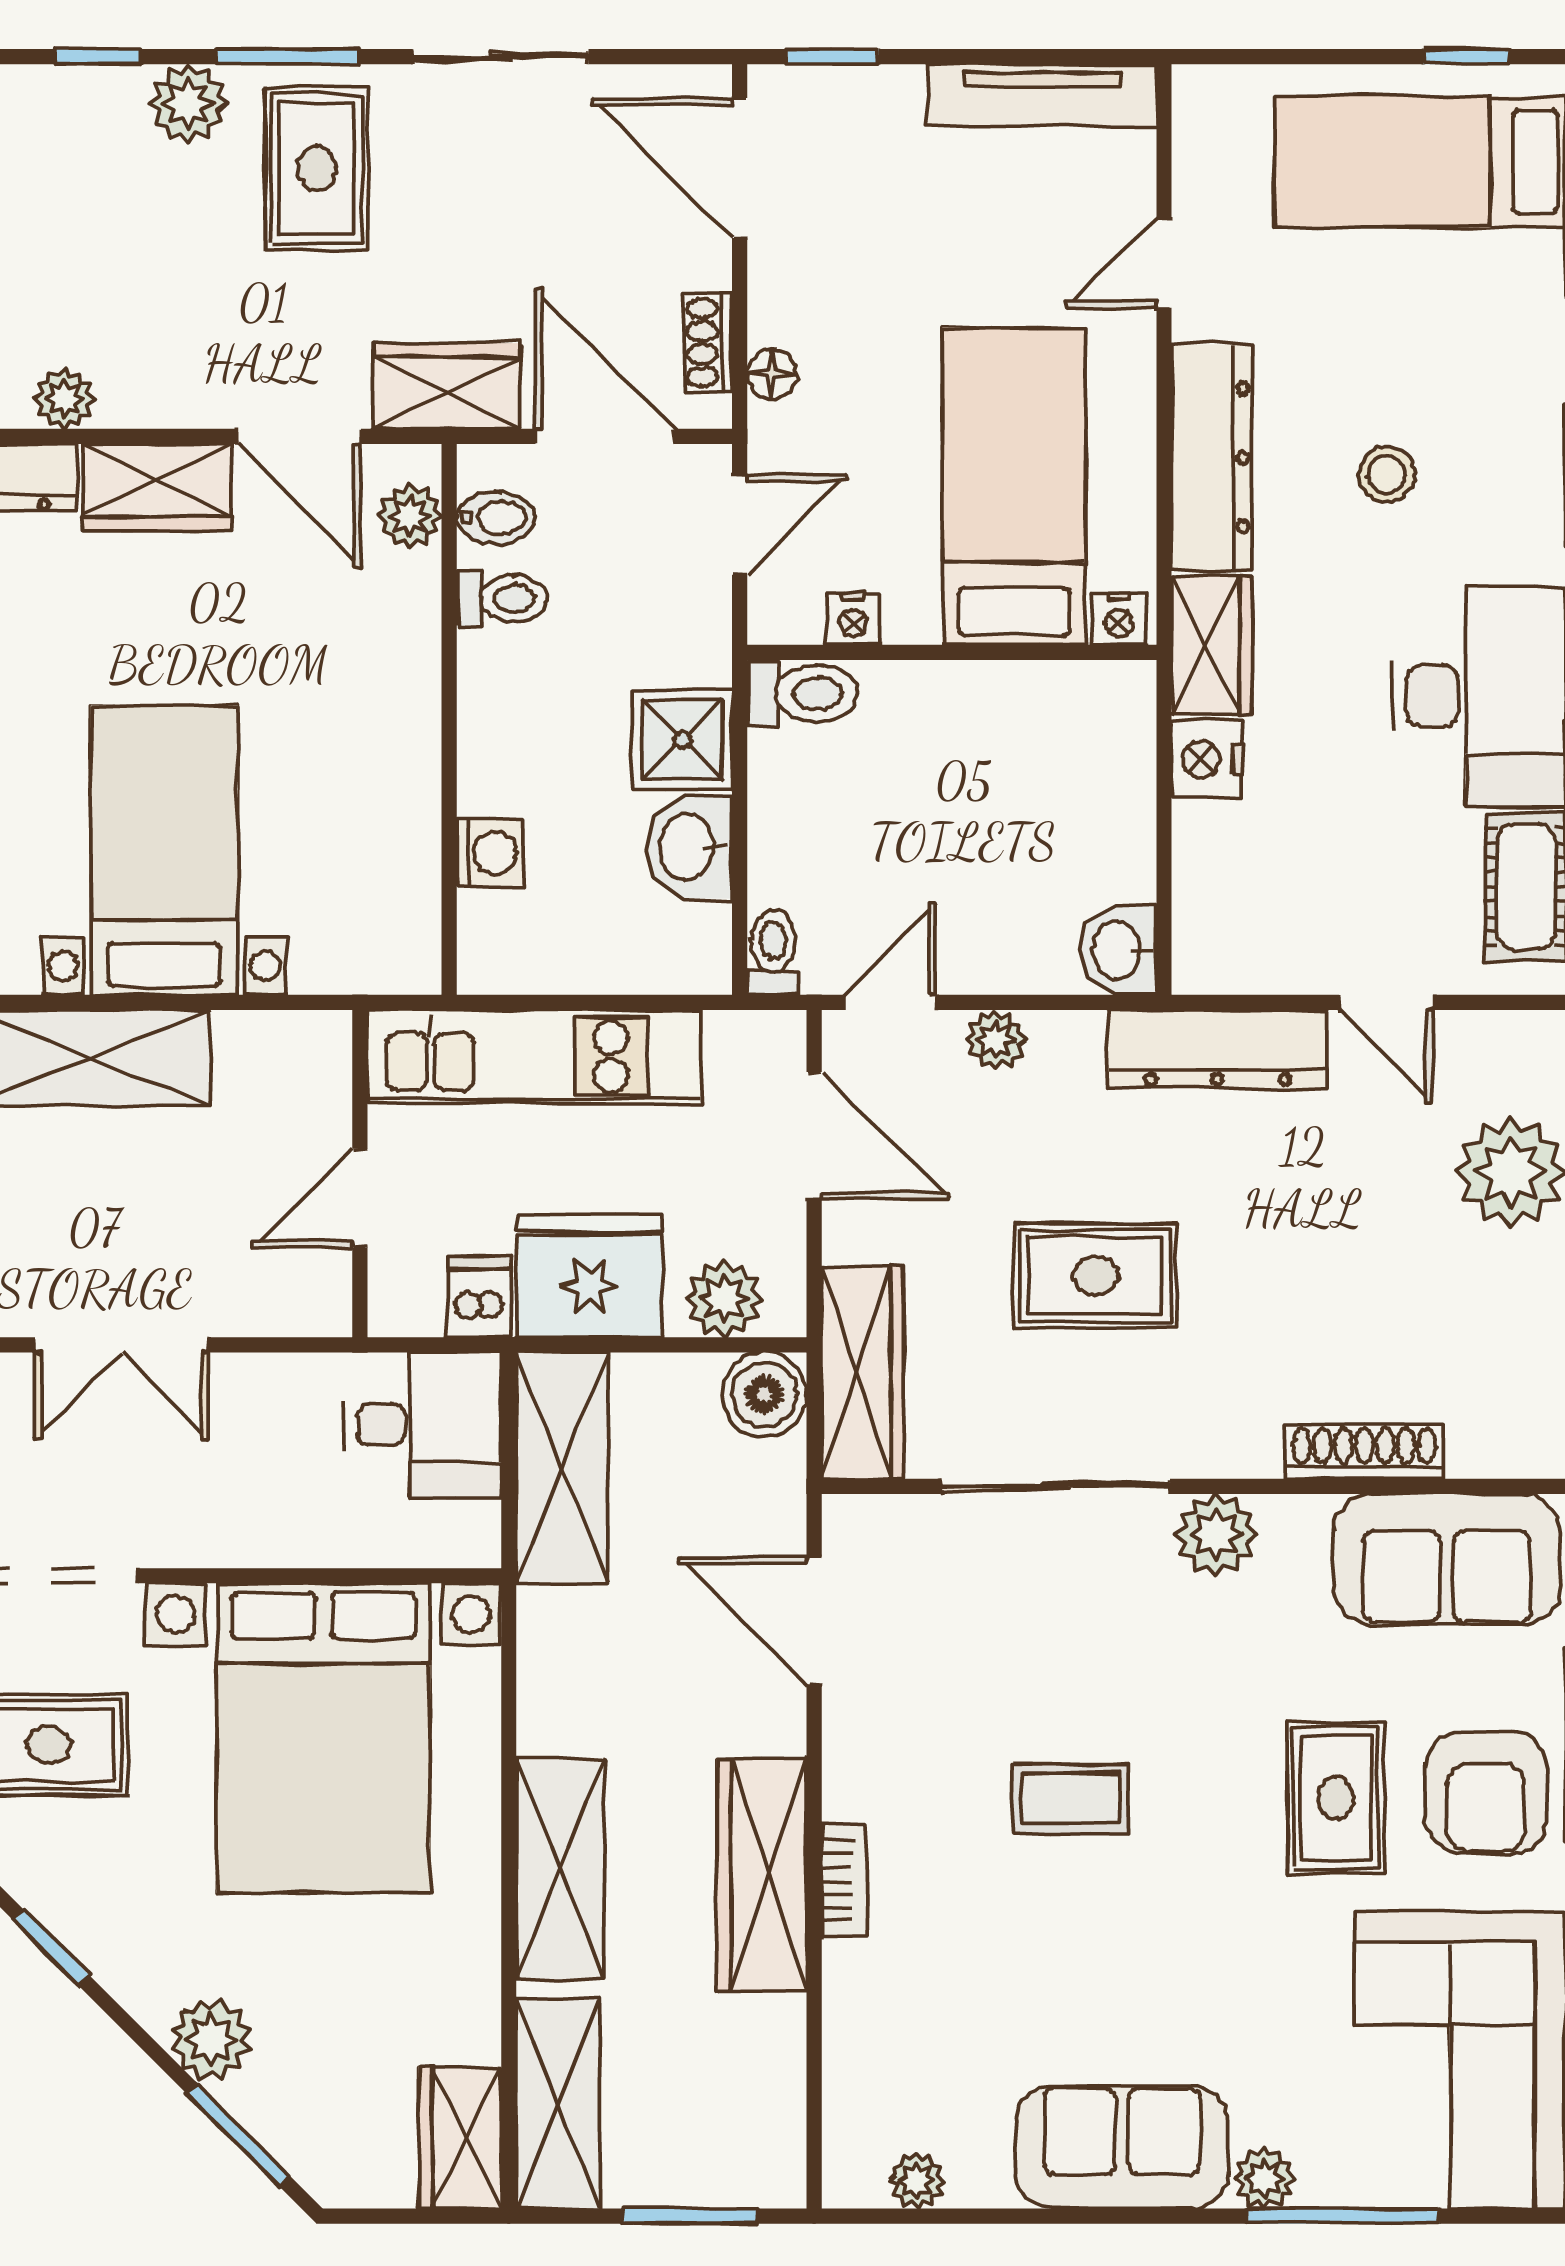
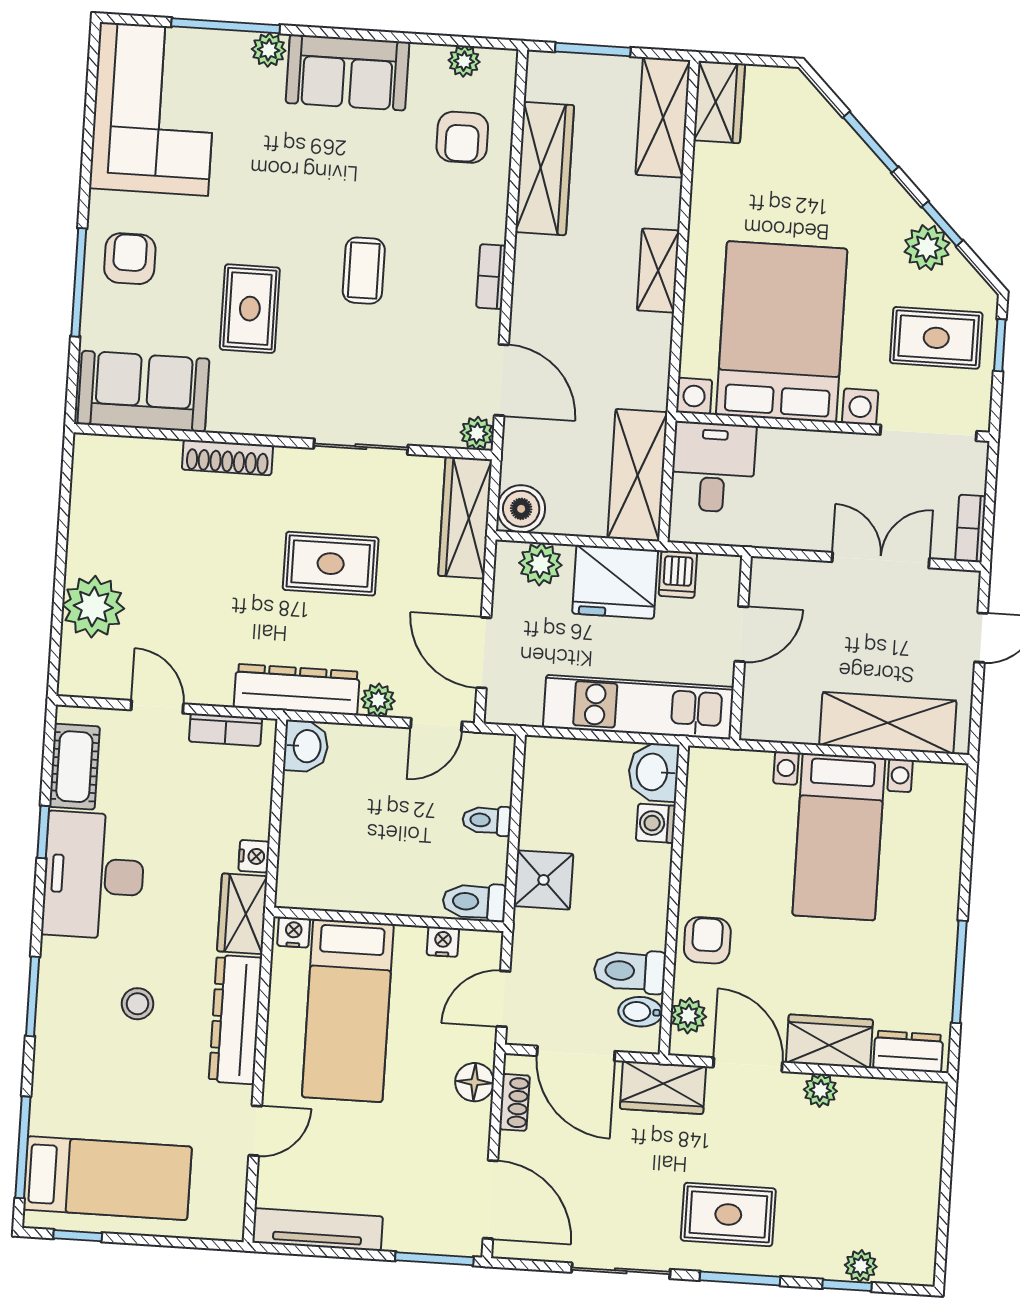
window: (832, 57) -> (434, 1259), width x1.50
plant: (188, 103) -> (861, 1266), moved, width x0.73, depth x0.73
rug: (317, 169) -> (728, 1214), turned 90
floor lamp: (772, 374) -> (475, 1082), width x1.37, depth x1.37
plant: (64, 399) -> (820, 1090), moved
toilet: (502, 599) -> (630, 971), width x1.37, depth x1.39
armchair: (385, 652) -> (707, 940), added
nightstand: (1207, 759) -> (254, 856), width x0.72, depth x0.74
washbasin: (689, 847) -> (653, 772), moved, turned 180
toilet: (773, 952) -> (487, 820), moved, turned 90
bookcase: (1263, 970) -> (225, 730), added
dresser: (1217, 1049) -> (297, 690), moved
desk: (423, 1425) -> (713, 467), moved, turned 90
shoe rack: (1364, 1452) -> (227, 457), moved
sliding door: (1055, 1486) -> (361, 447), width x0.73
plant: (1216, 1535) -> (477, 433), moved, width x0.73, depth x0.73
armchair: (1486, 1793) -> (130, 259), width x0.72, depth x0.72
rug: (1336, 1798) -> (250, 309), moved
coffee table: (1070, 1799) -> (364, 271), turned 90
shelving: (560, 1869) -> (658, 270), width x0.67, depth x0.75
wardrobe: (762, 1875) -> (545, 169), moved
bookcase: (844, 1881) -> (491, 277), moved
plant: (211, 2039) -> (927, 247), moved
armchair: (911, 2046) -> (462, 137), added
window: (238, 2135) -> (871, 142), moved

